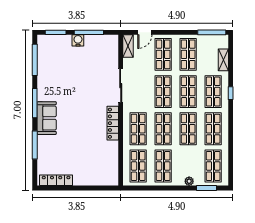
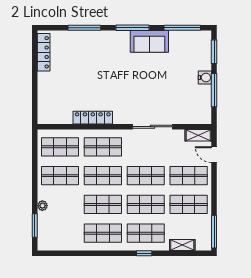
sofa: (47, 118) -> (149, 41), moved
locker: (113, 123) -> (93, 118), moved
shop shelf: (213, 166) -> (60, 233), removed

